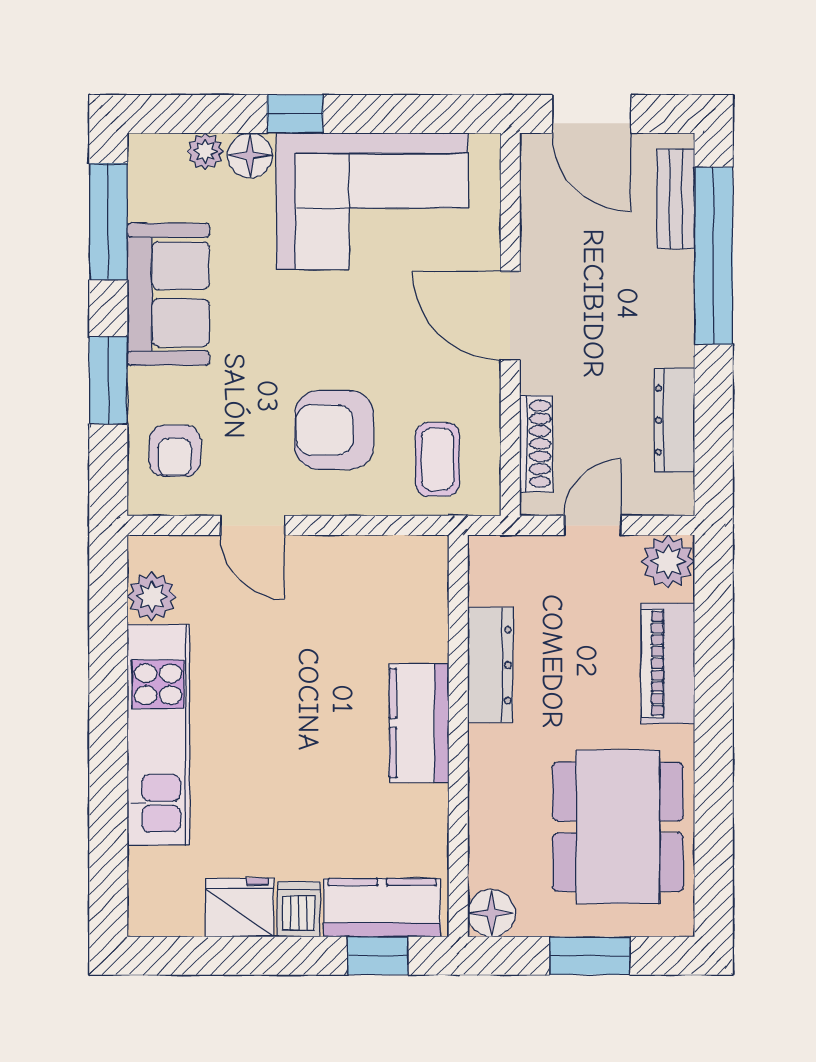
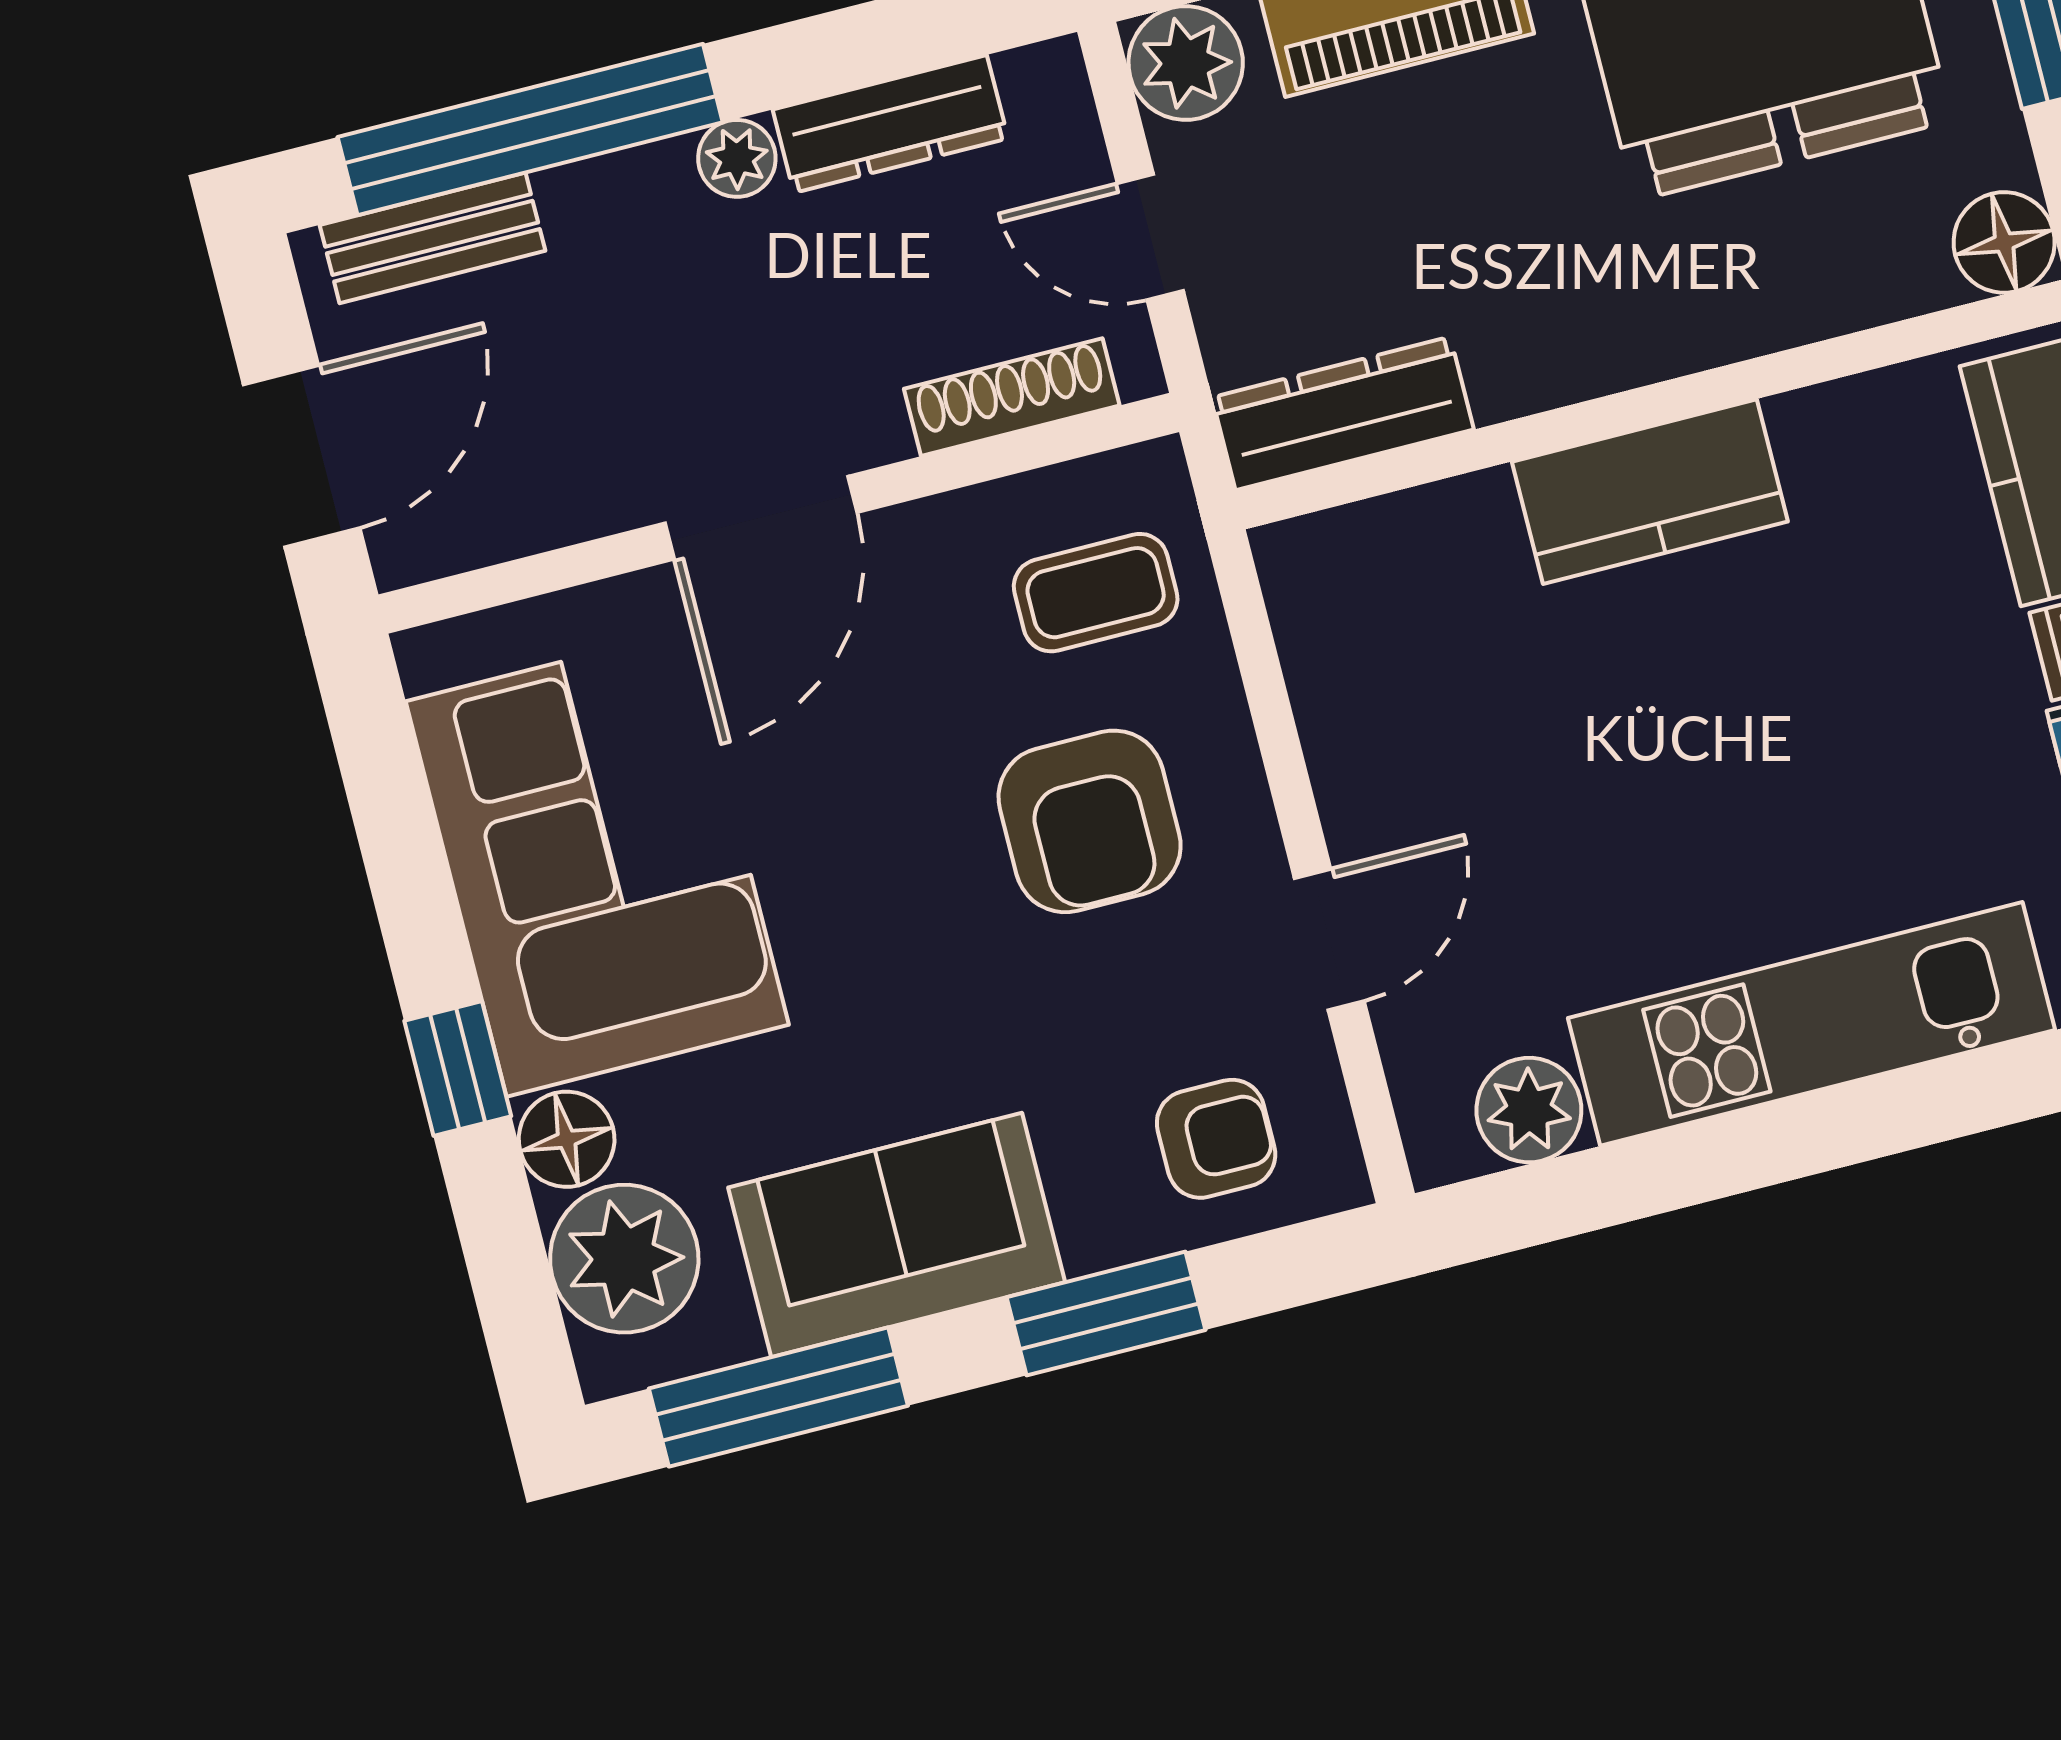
plant: (205, 151) -> (624, 1259), width x1.88, depth x1.88
plant: (677, 346) -> (737, 158), added
dresser: (490, 665) -> (1343, 413), moved

